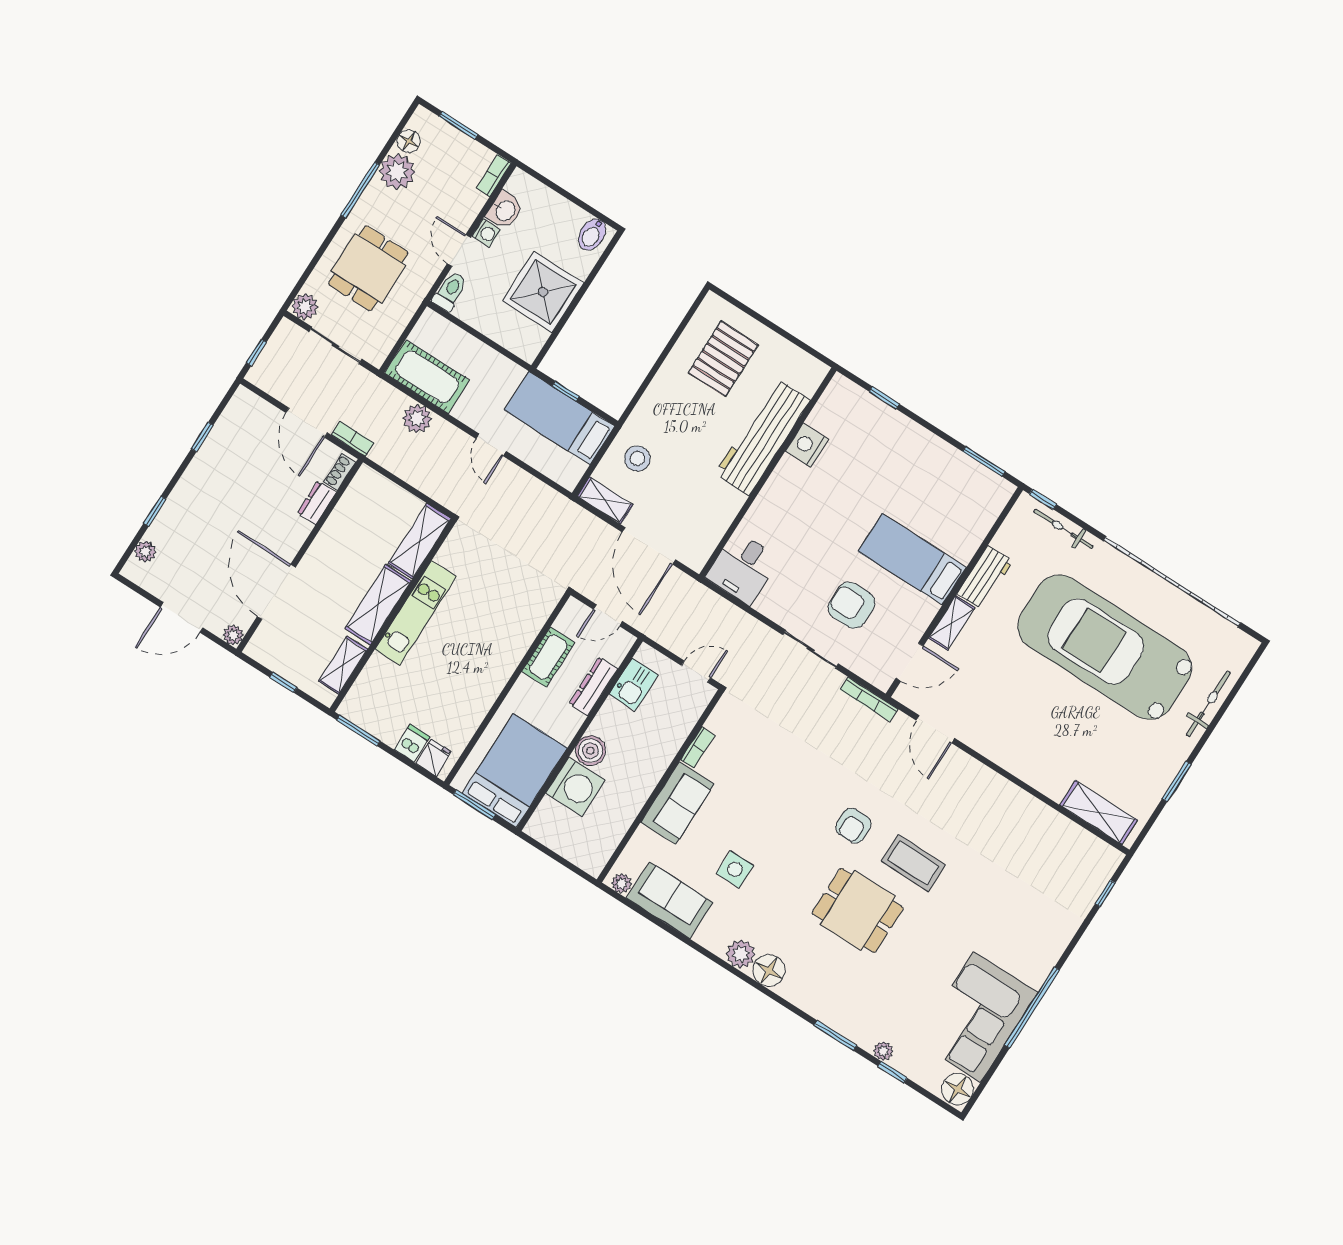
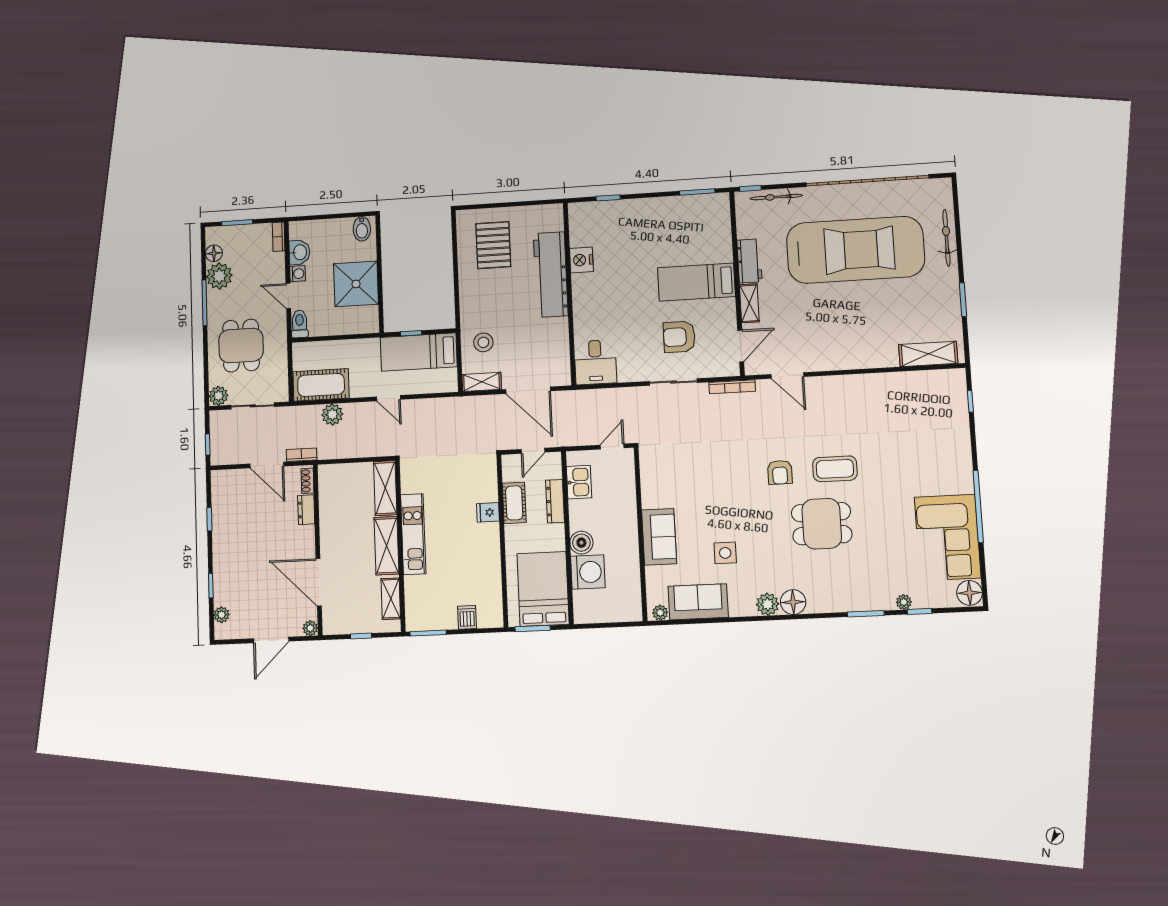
car: (1105, 647) -> (855, 250), turned 180
bookcase: (698, 747) -> (647, 493), removed
fridge: (434, 758) -> (488, 512), moved, turned -90

